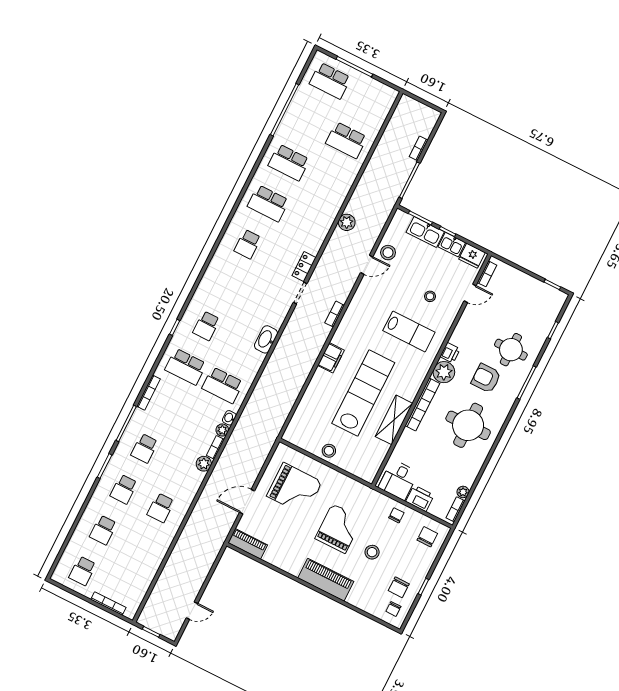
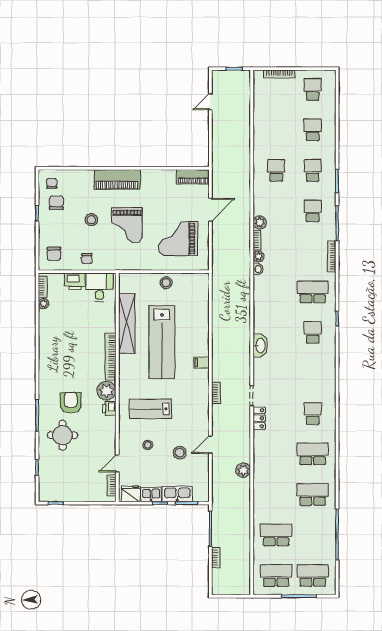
stool: (388, 253) -> (180, 453), moved
filing cabinet: (331, 358) -> (201, 363), width x0.50
armchair: (486, 378) -> (71, 403), turned -90
school desk: (223, 385) -> (276, 575), moved
shelving: (394, 420) -> (127, 323), width x1.47
round table: (468, 425) -> (66, 358), removed

